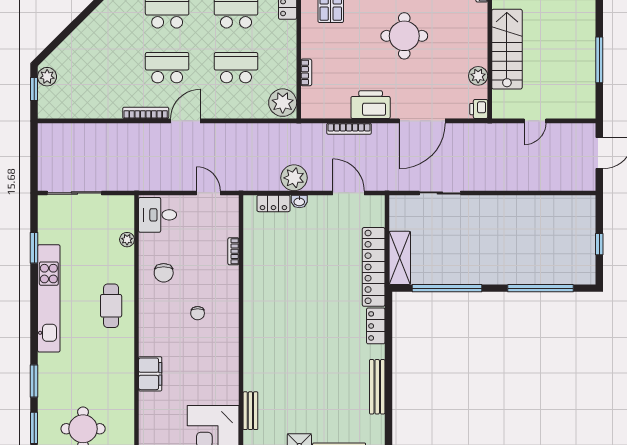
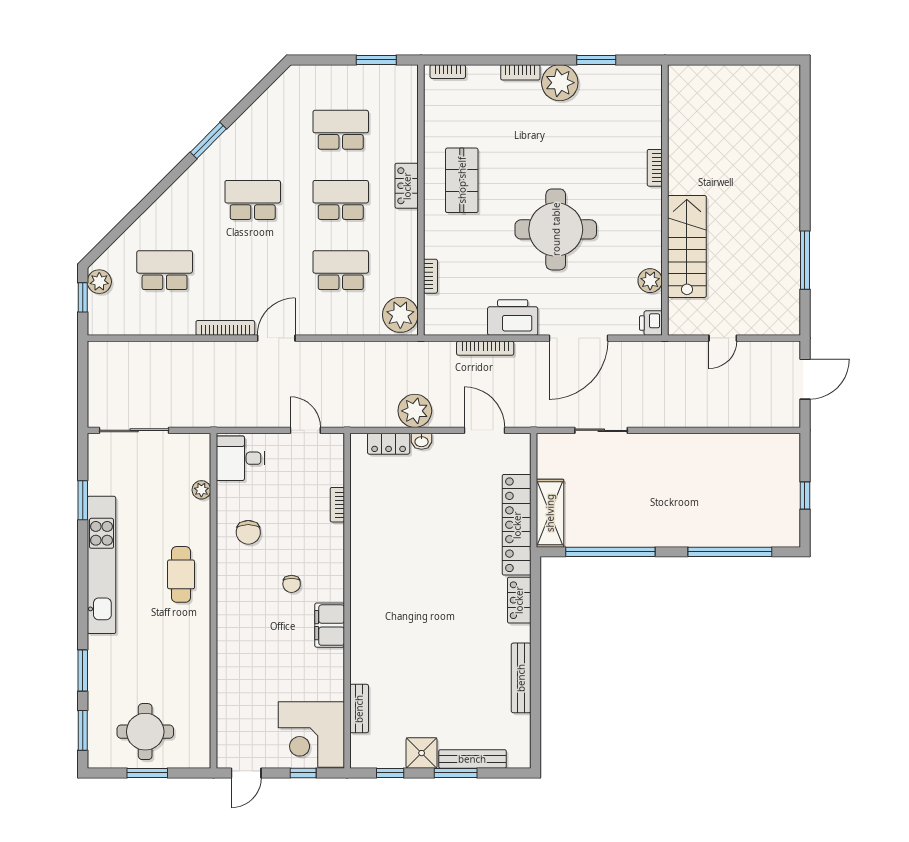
round table: (404, 36) -> (556, 229), width x1.36, depth x1.36
school desk: (167, 68) -> (165, 270), moved
filing cabinet: (150, 374) -> (330, 625), moved, turned 180

